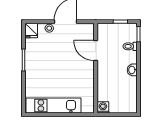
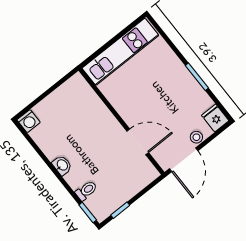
door: (96, 51) -> (138, 142), moved
wall: (96, 68) -> (121, 121), moved
washing machine: (103, 107) -> (29, 121), moved

